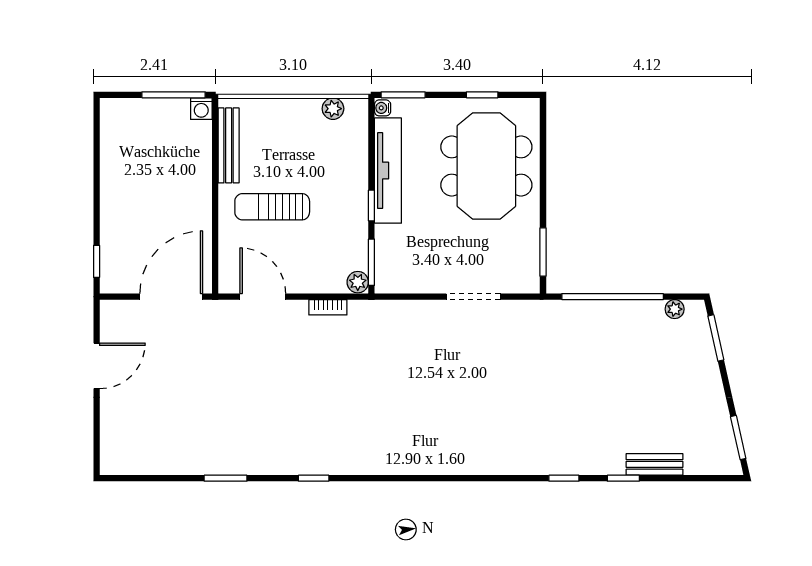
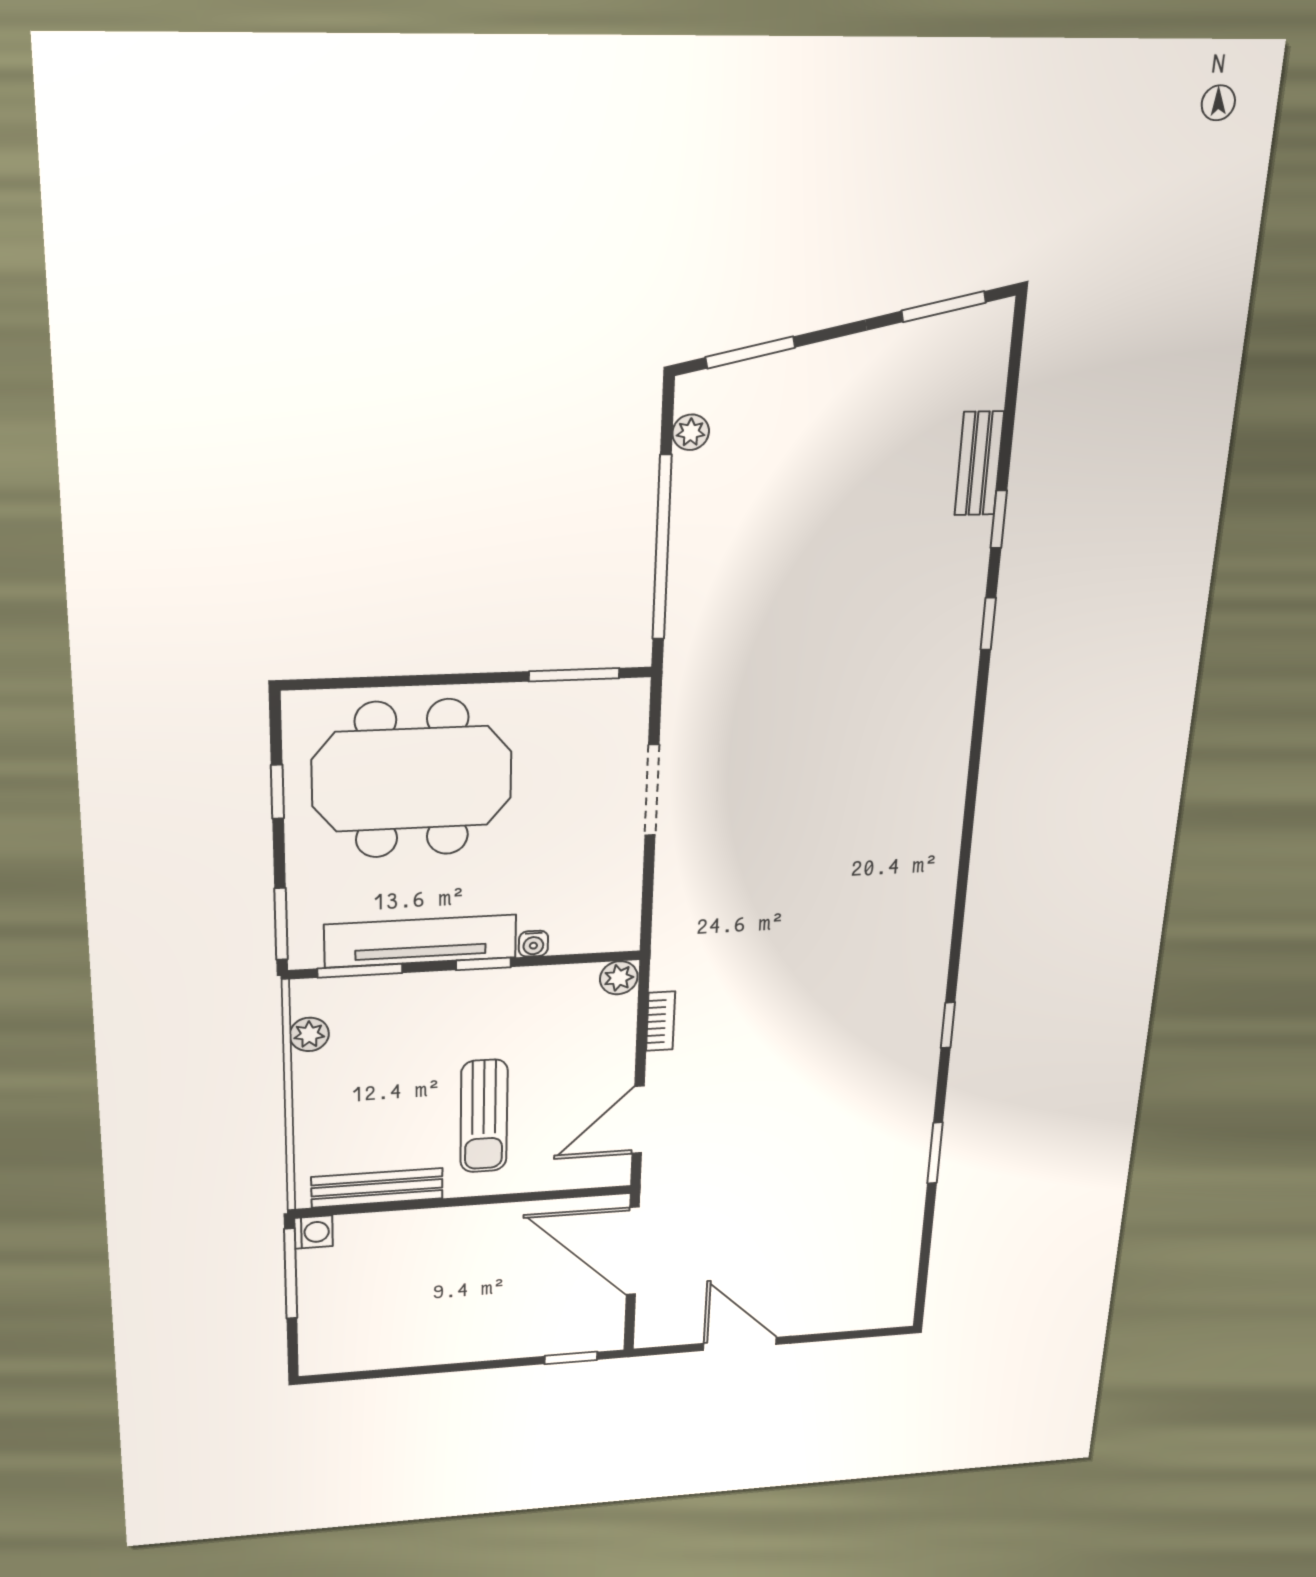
water cooler: (383, 108) -> (533, 944), moved
window: (371, 262) -> (360, 971), moved

